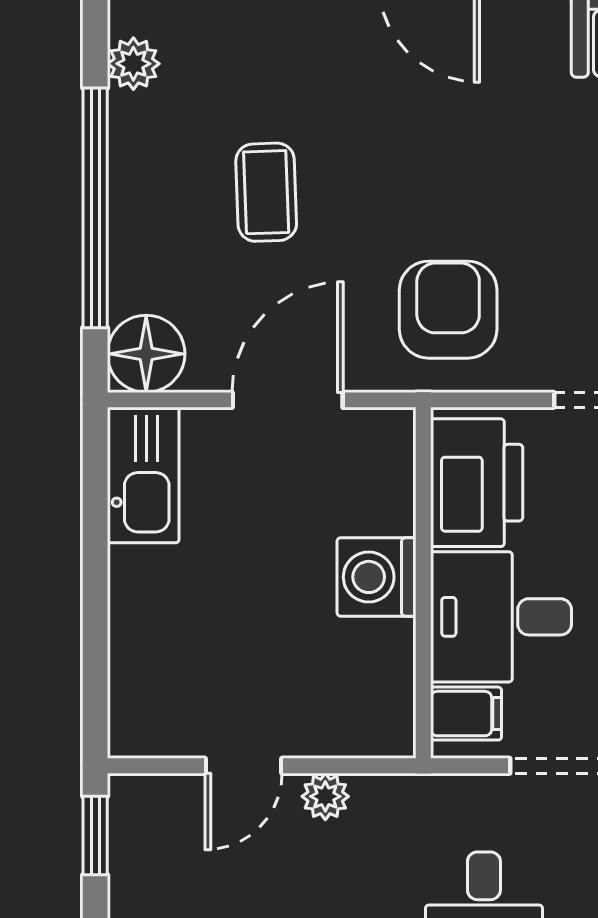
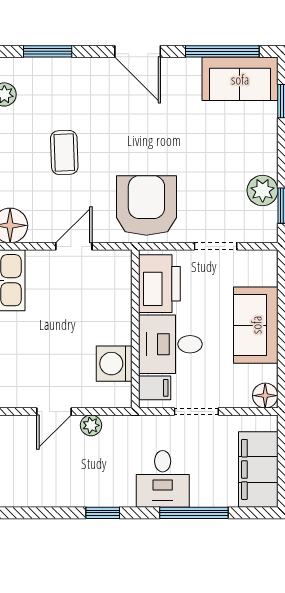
armchair: (448, 310) -> (146, 206), width x1.36, depth x1.36
door: (288, 400) -> (74, 246), width x0.73
washing machine: (377, 577) -> (114, 364), moved

